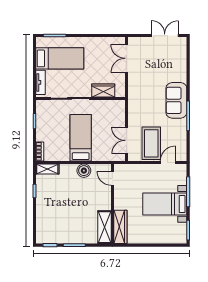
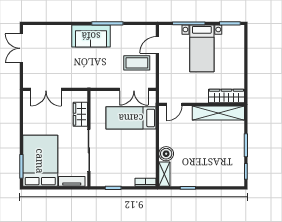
bed: (60, 58) -> (40, 161), width x1.50
bed: (81, 138) -> (131, 118), moved
coffee table: (151, 143) -> (137, 63), width x0.73, depth x0.76
door: (168, 162) -> (157, 45), hinge flipped
boiler: (84, 171) -> (166, 154), moved
shelving: (104, 227) -> (218, 113), width x1.47

